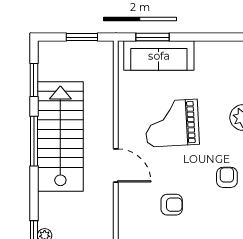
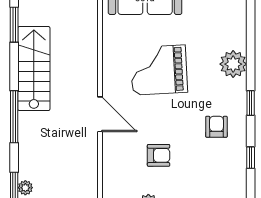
stairs: (60, 136) -> (34, 69), width x0.73, depth x0.66
window: (34, 141) -> (14, 117), moved

